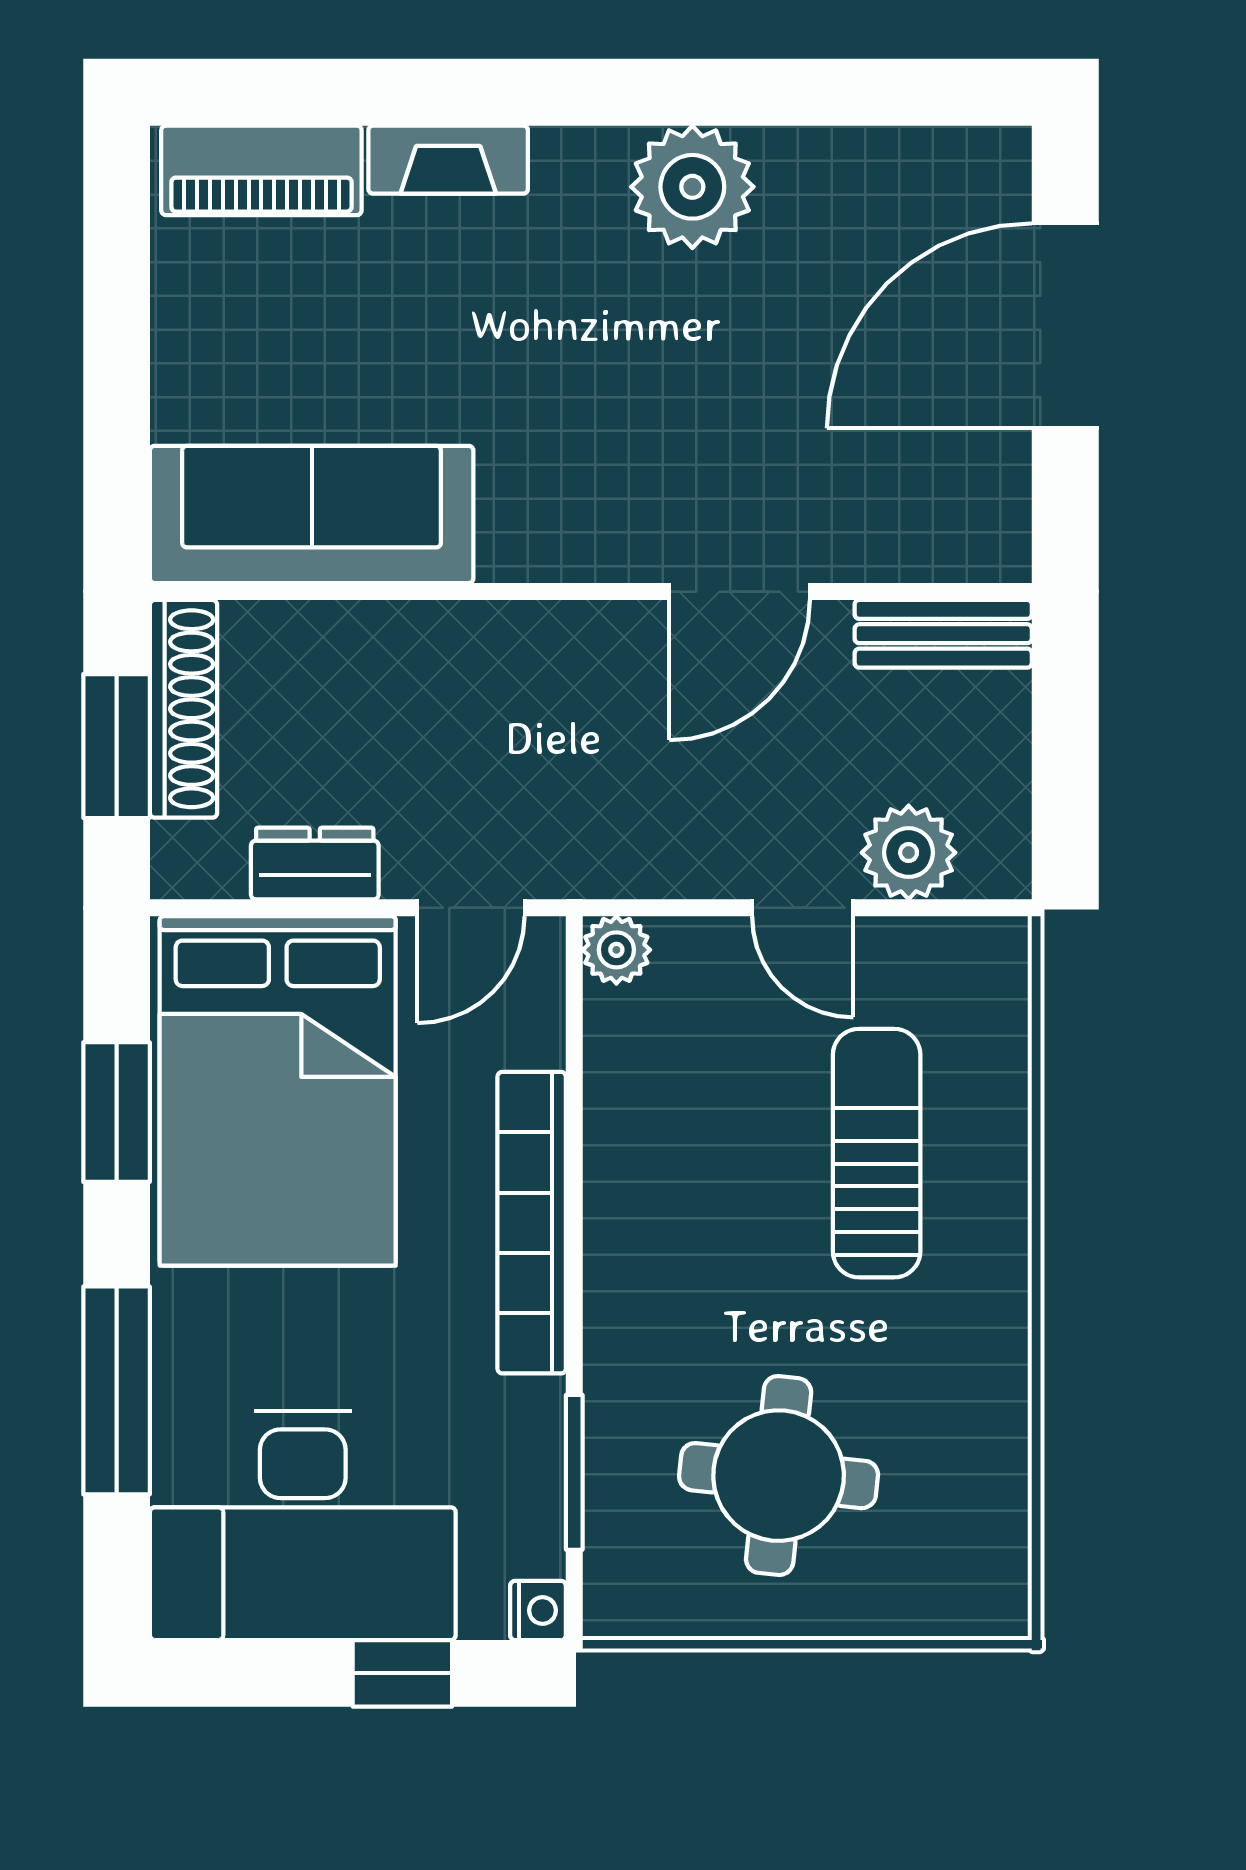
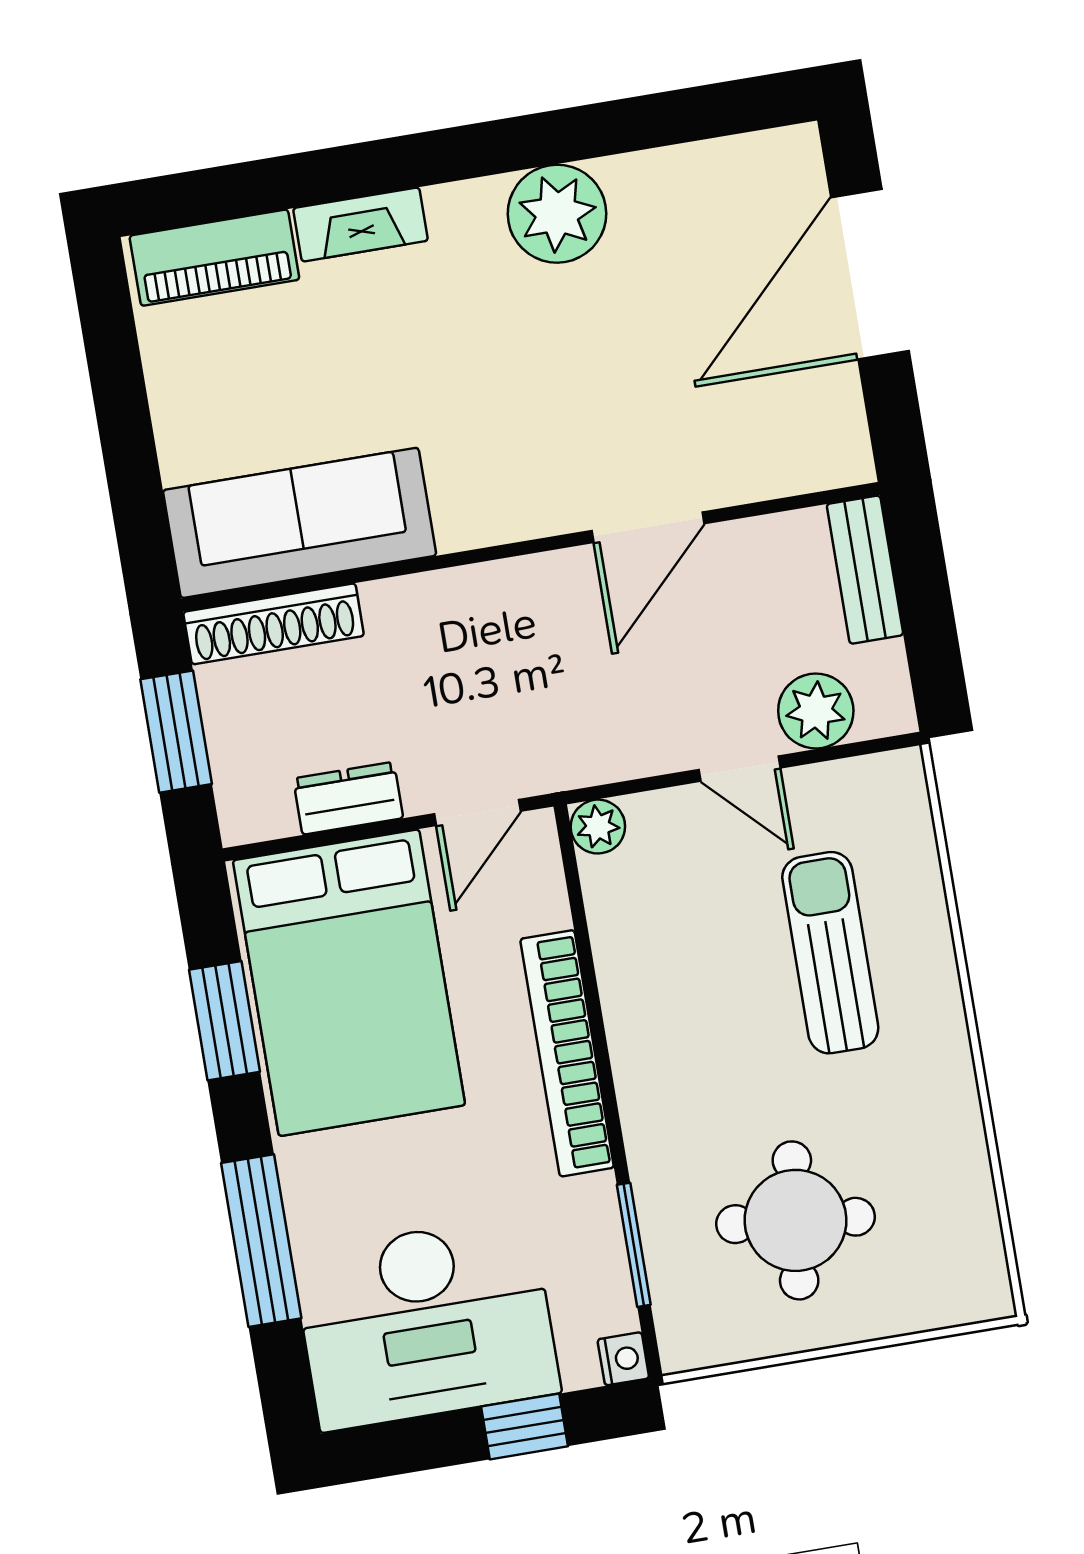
bench: (943, 634) -> (865, 570), moved, turned 90
shoe rack: (184, 709) -> (274, 624), moved, turned 90

